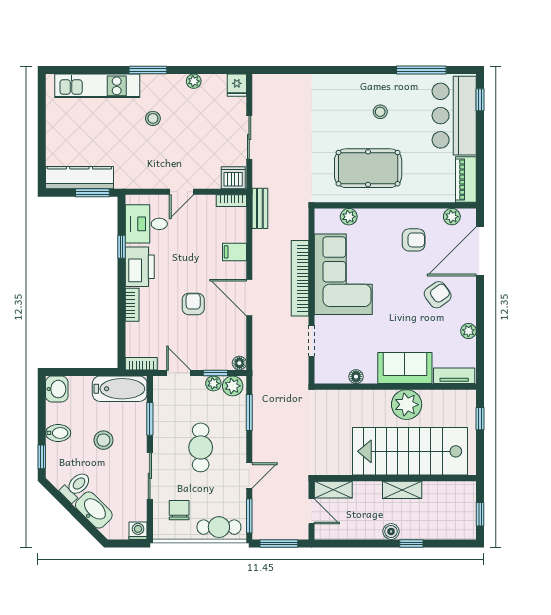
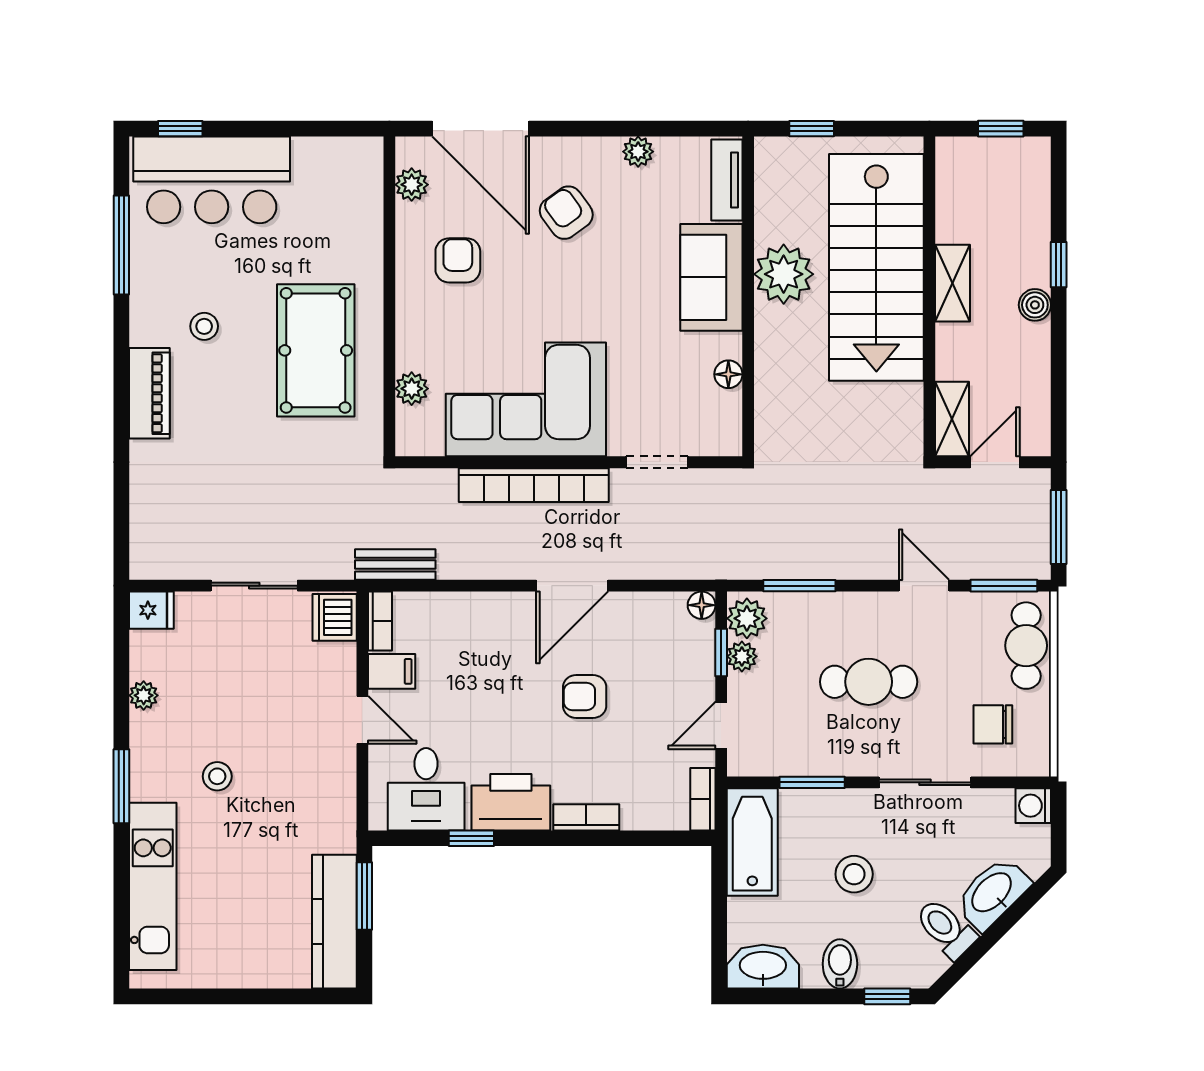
piano: (466, 180) -> (149, 393), moved, turned -90
filing cabinet: (234, 252) -> (392, 671), moved, turned -90
washbasin: (57, 389) -> (763, 967), width x1.38

